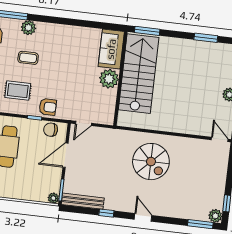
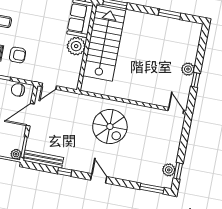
armchair: (48, 107) -> (18, 55), moved
plant: (215, 216) -> (169, 170), moved

